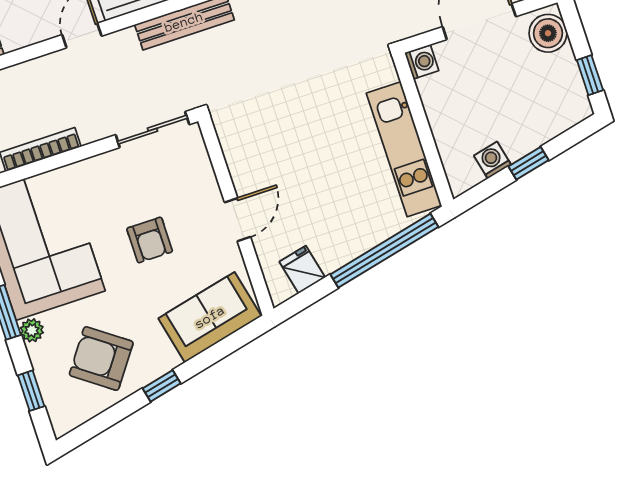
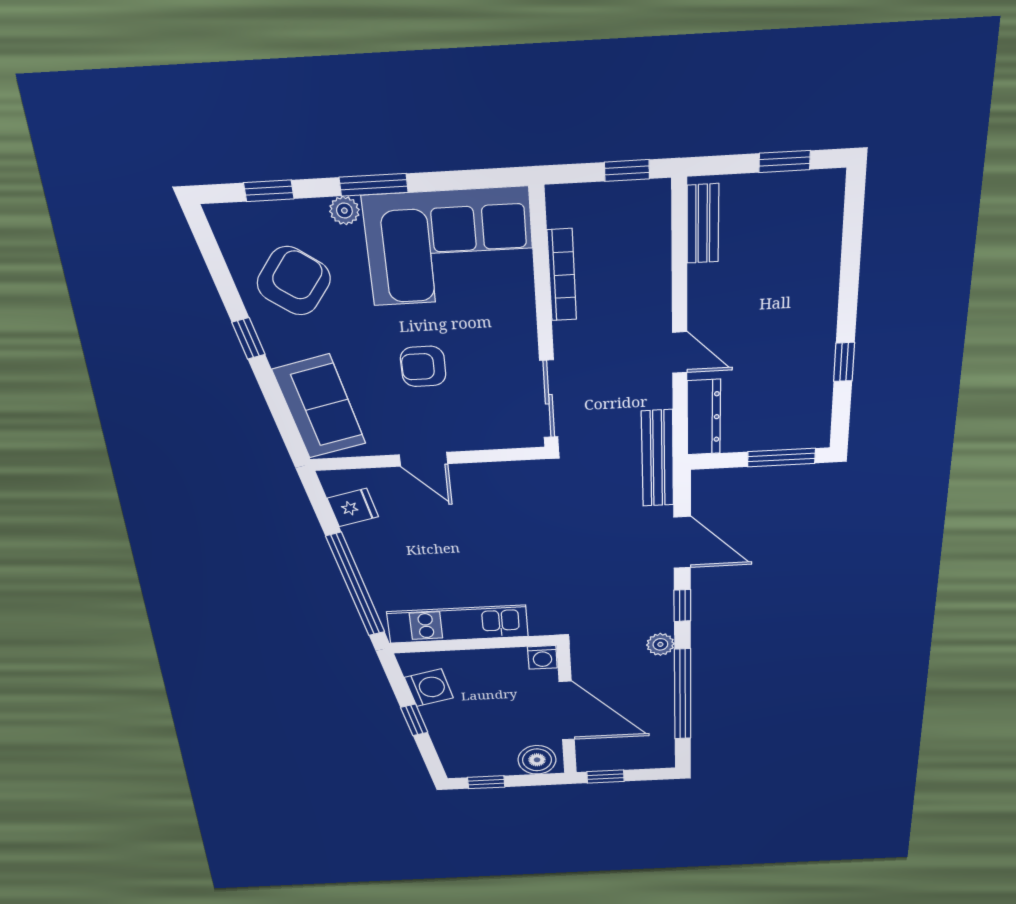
washing machine: (492, 160) -> (429, 688), width x1.38, depth x1.38

